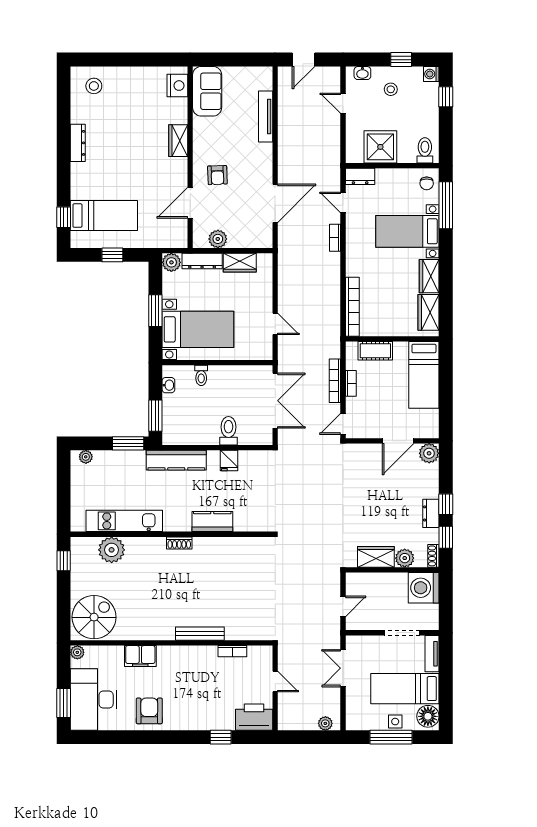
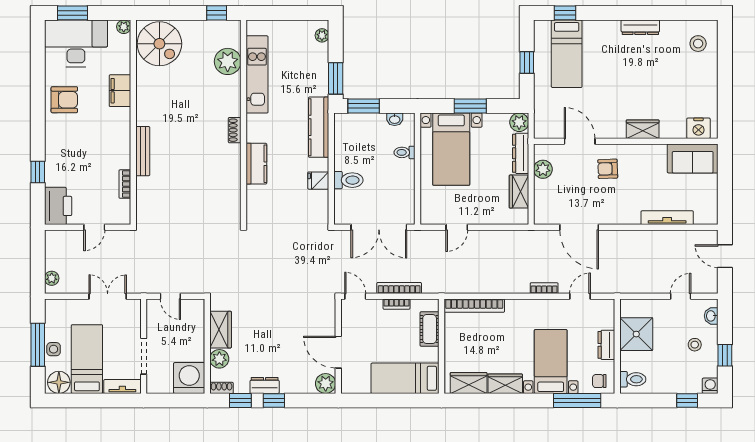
dresser: (360, 176) -> (606, 345), moved

